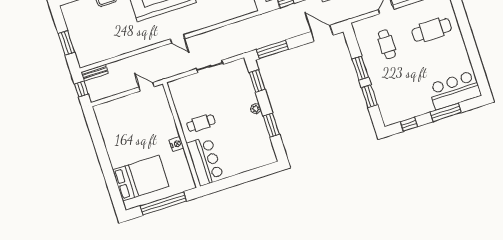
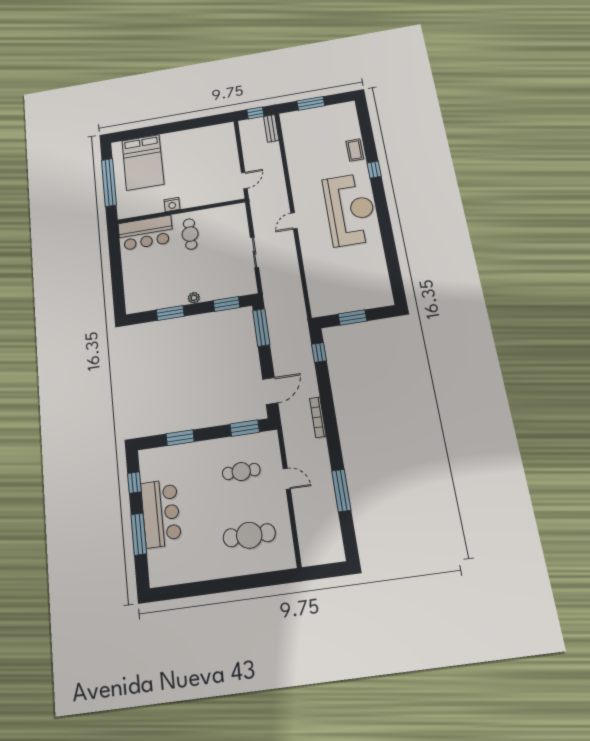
cafe table: (432, 30) -> (249, 535), turned 90
window: (360, 68) -> (245, 428), moved
bar counter: (455, 90) -> (161, 513), moved

